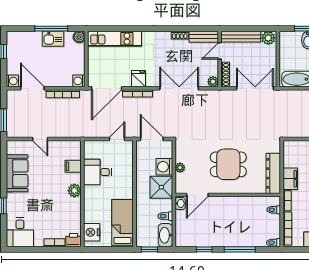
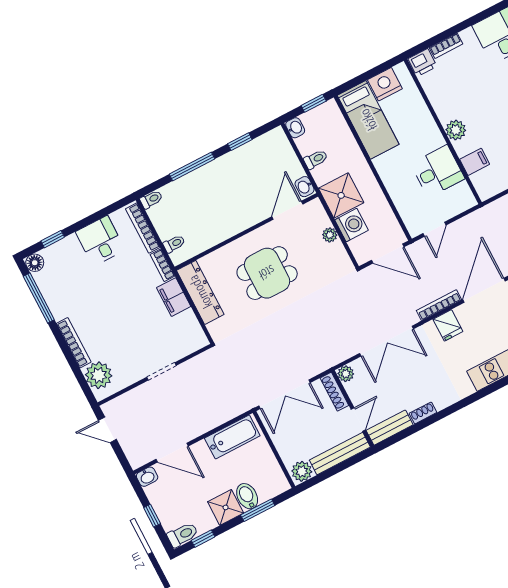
nightstand: (92, 232) -> (385, 84), moved, turned -90
washbasin: (165, 235) -> (295, 128), width x0.52, depth x0.69

